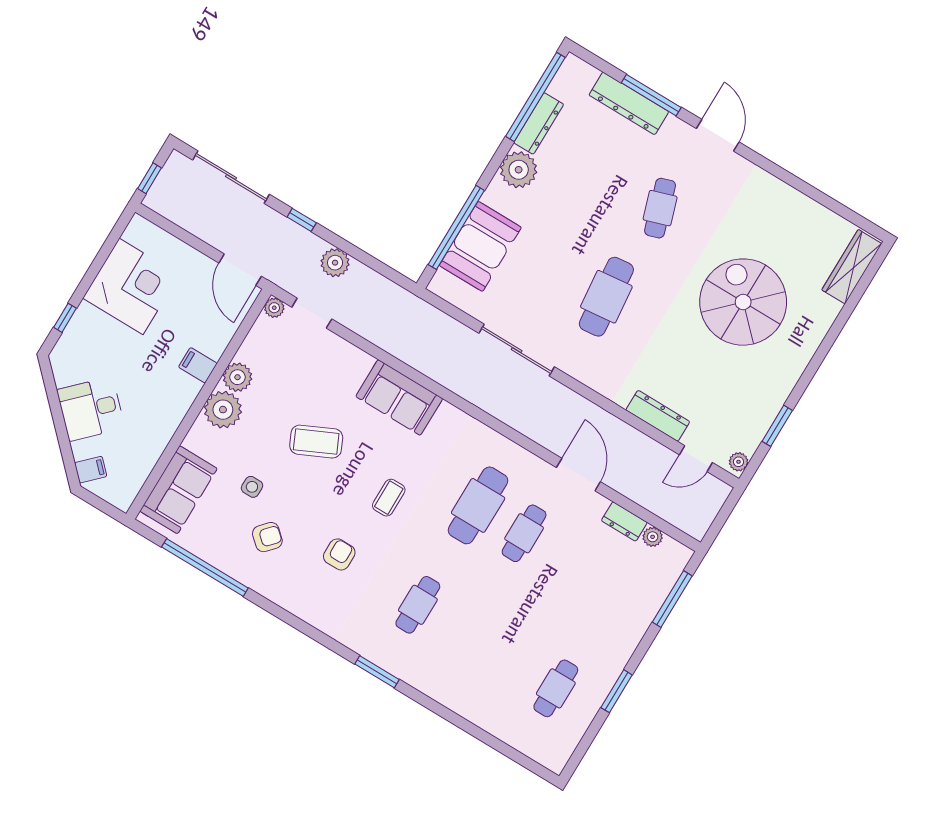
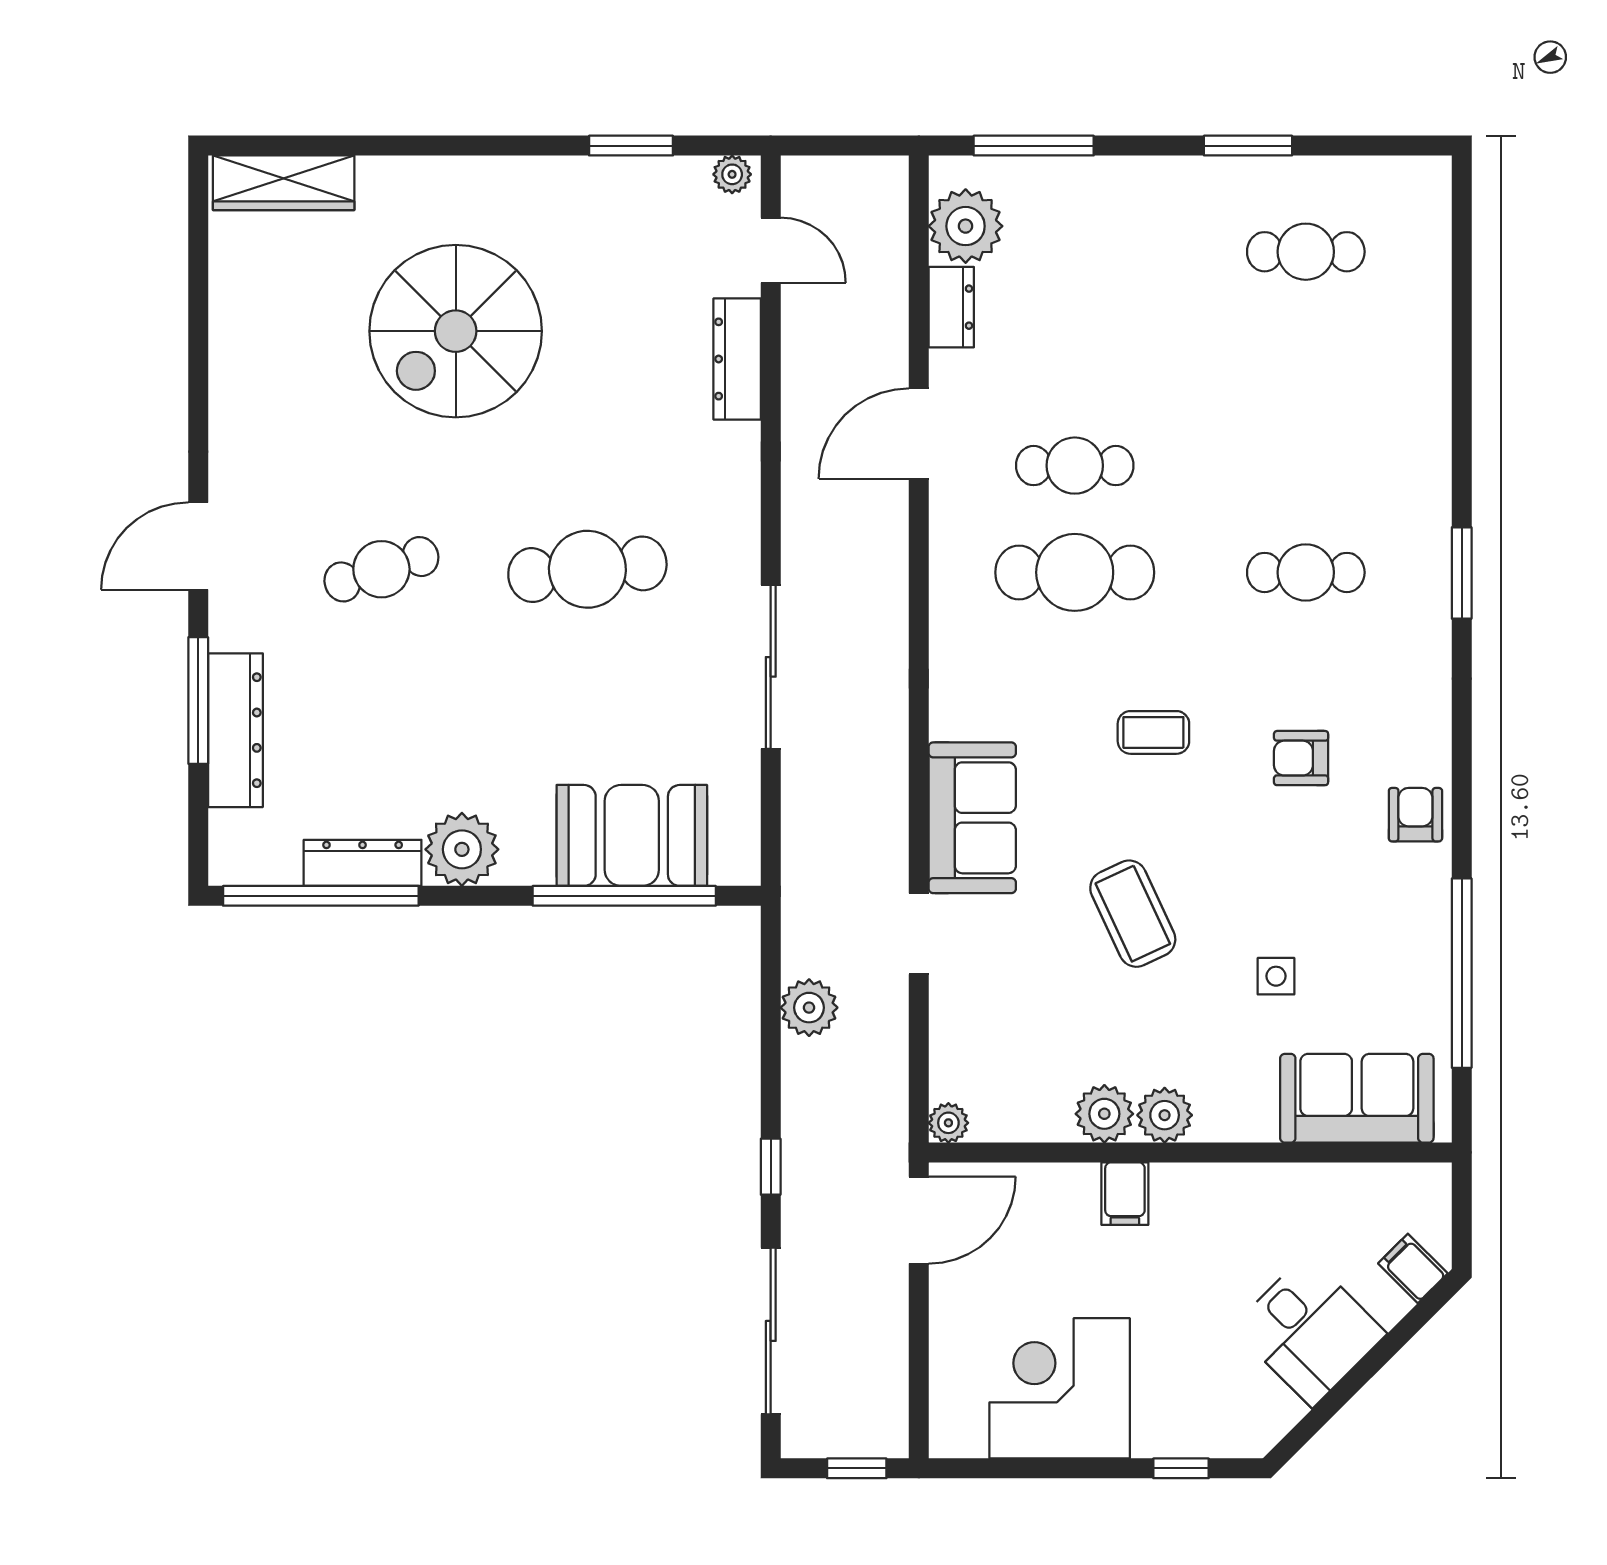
plant: (335, 263) -> (809, 1008), moved
doorway: (312, 313) -> (919, 934), moved
plant: (223, 410) -> (1165, 1115), width x0.73, depth x0.73
armchair: (267, 537) -> (1415, 815), moved, turned 48
plant: (653, 537) -> (966, 226), width x1.88, depth x1.88

